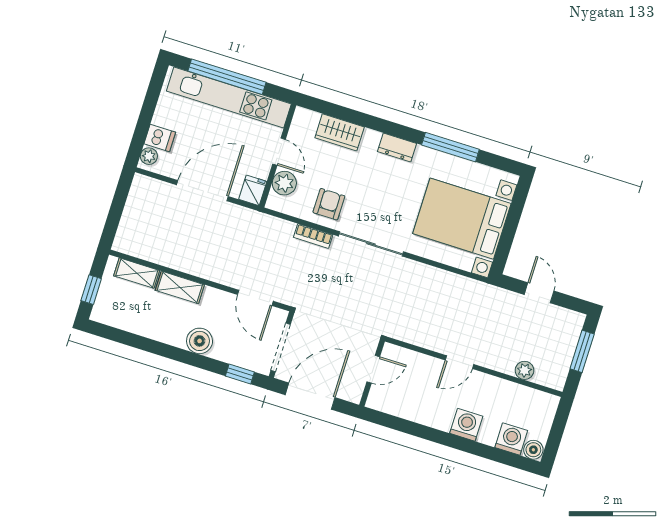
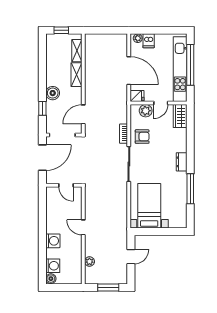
wardrobe: (340, 132) -> (180, 116), moved
bed with nightstands: (462, 219) -> (149, 206), width x0.73
window: (240, 374) -> (42, 108), moved
door: (310, 396) -> (42, 158), hinge flipped

